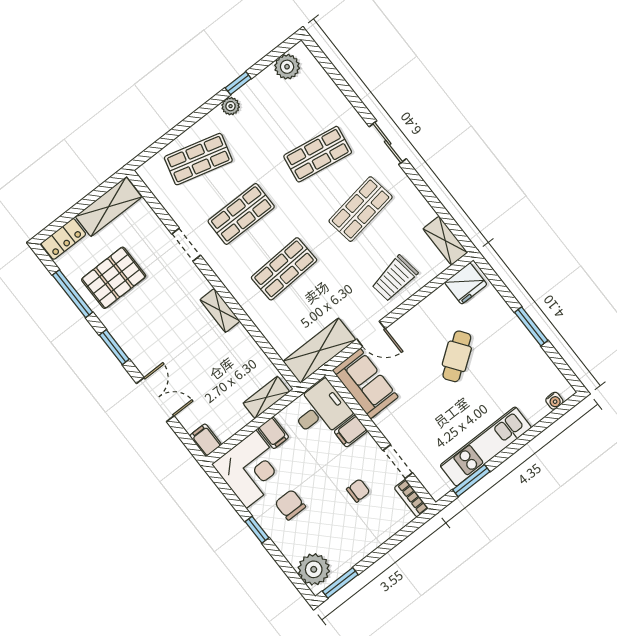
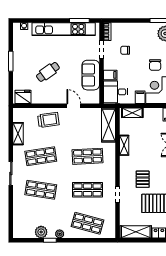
plant: (287, 67) -> (41, 232), moved
shelving: (445, 241) -> (18, 134), moved
pallet: (164, 302) -> (143, 179), added
shelving: (220, 310) -> (124, 145), moved
shelving: (319, 351) -> (109, 125), moved, turned 90
sofa: (365, 384) -> (91, 75), moved
kitchen unit: (486, 446) -> (64, 29), width x1.36

